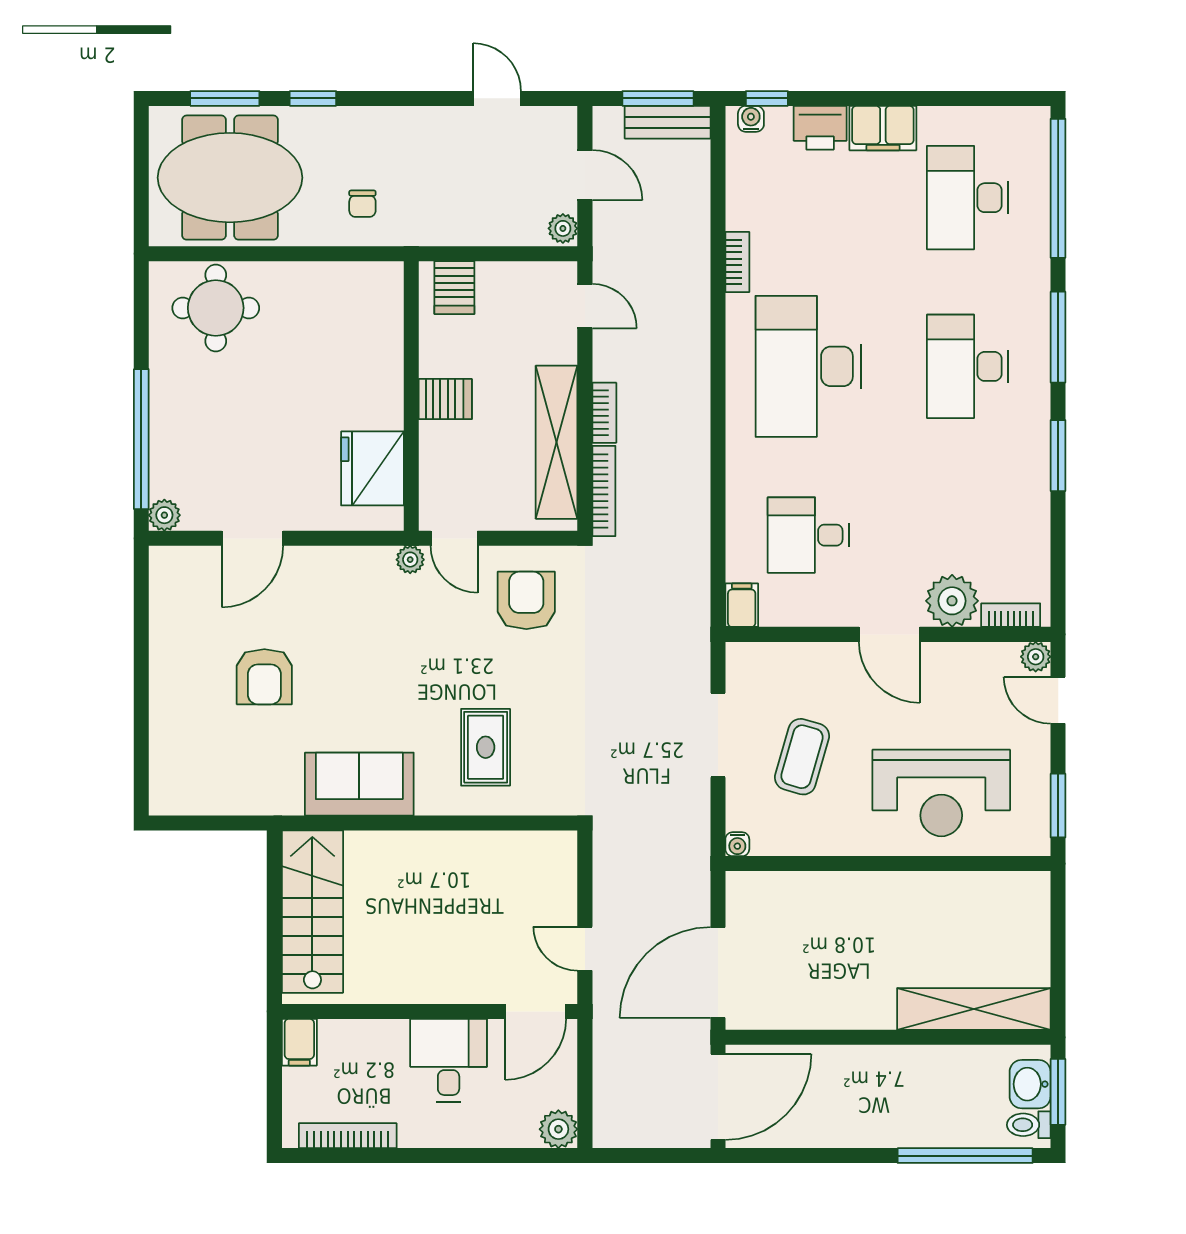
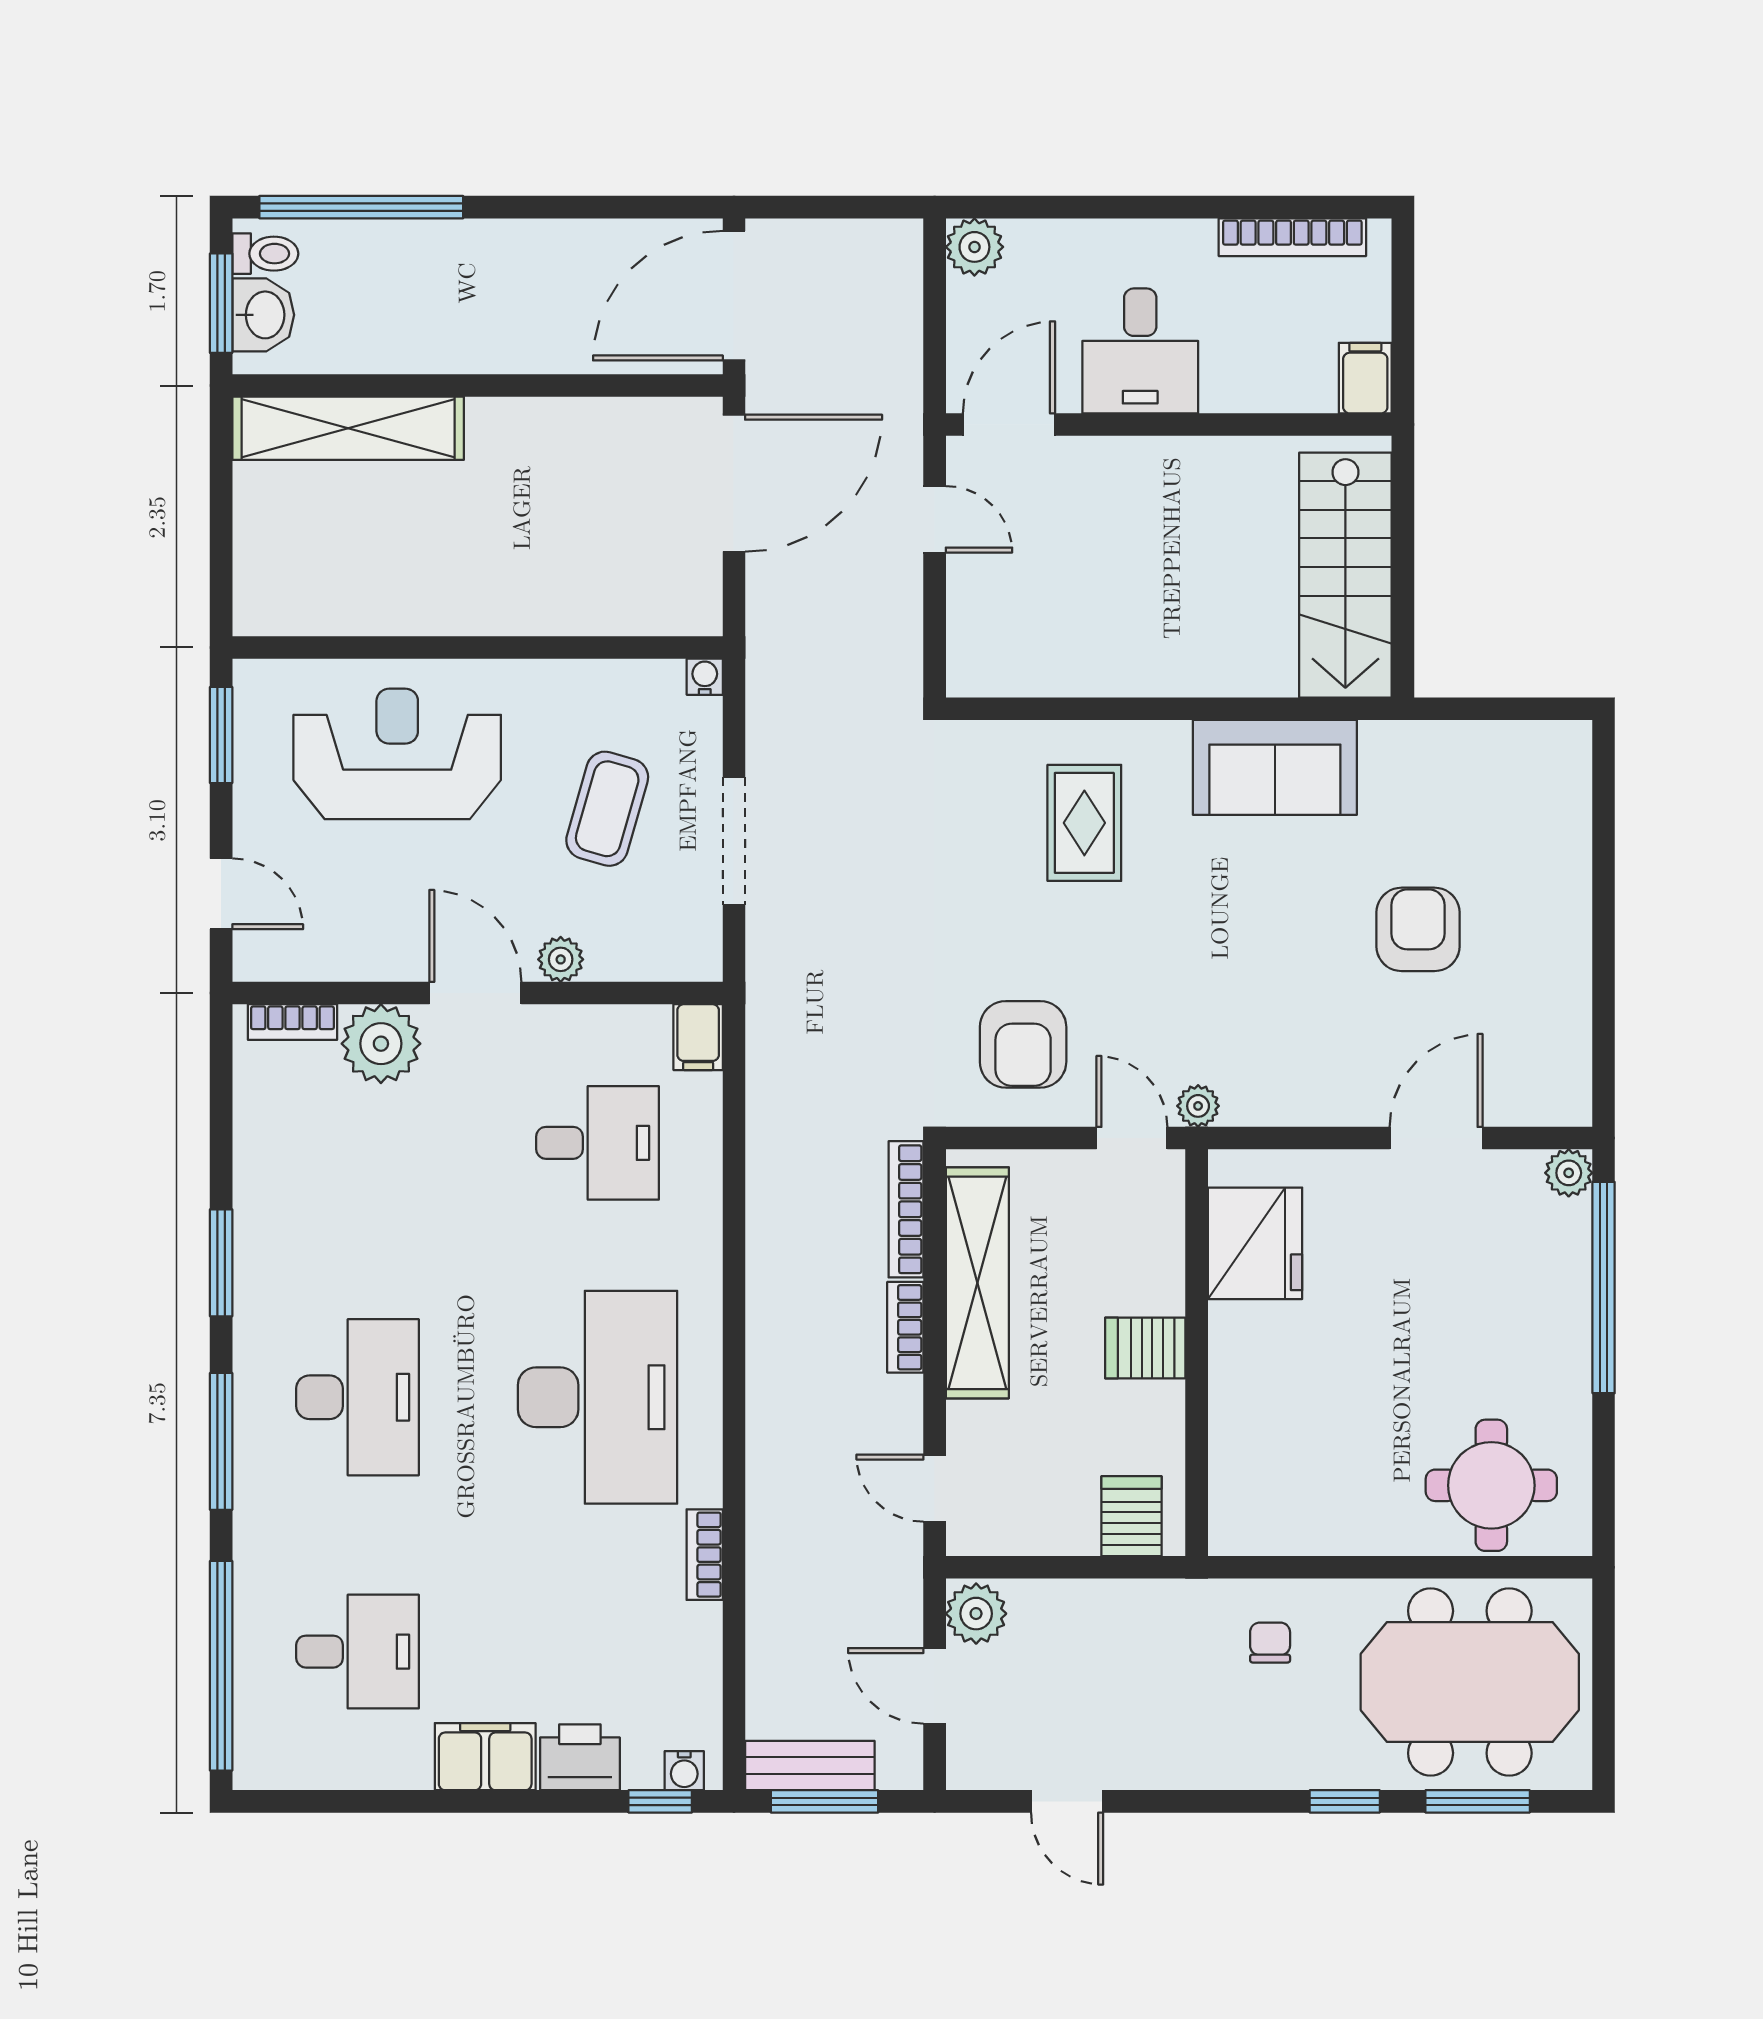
desk: (968, 198) -> (358, 1652), width x0.73
plant: (563, 228) -> (976, 1614), width x1.38, depth x1.38
plant: (1036, 657) -> (561, 959), moved

